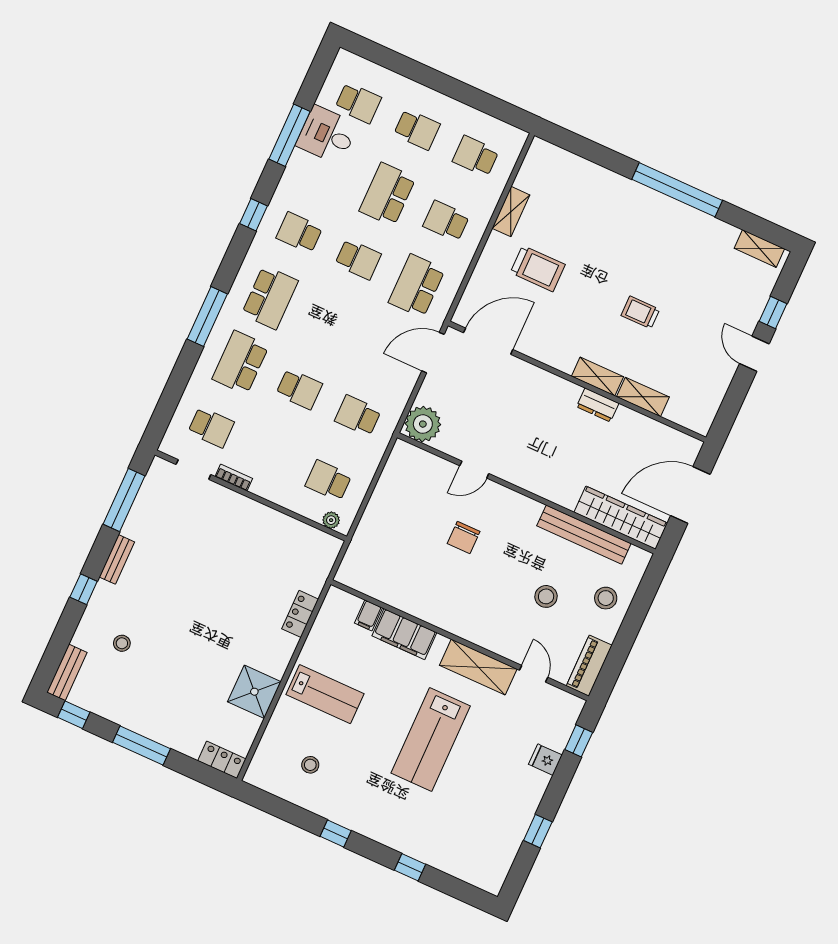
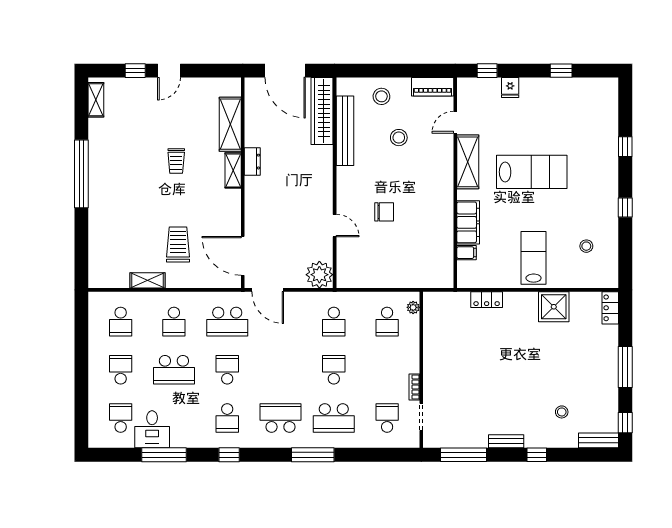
shelving: (643, 397) -> (230, 124), width x1.50, depth x1.33

